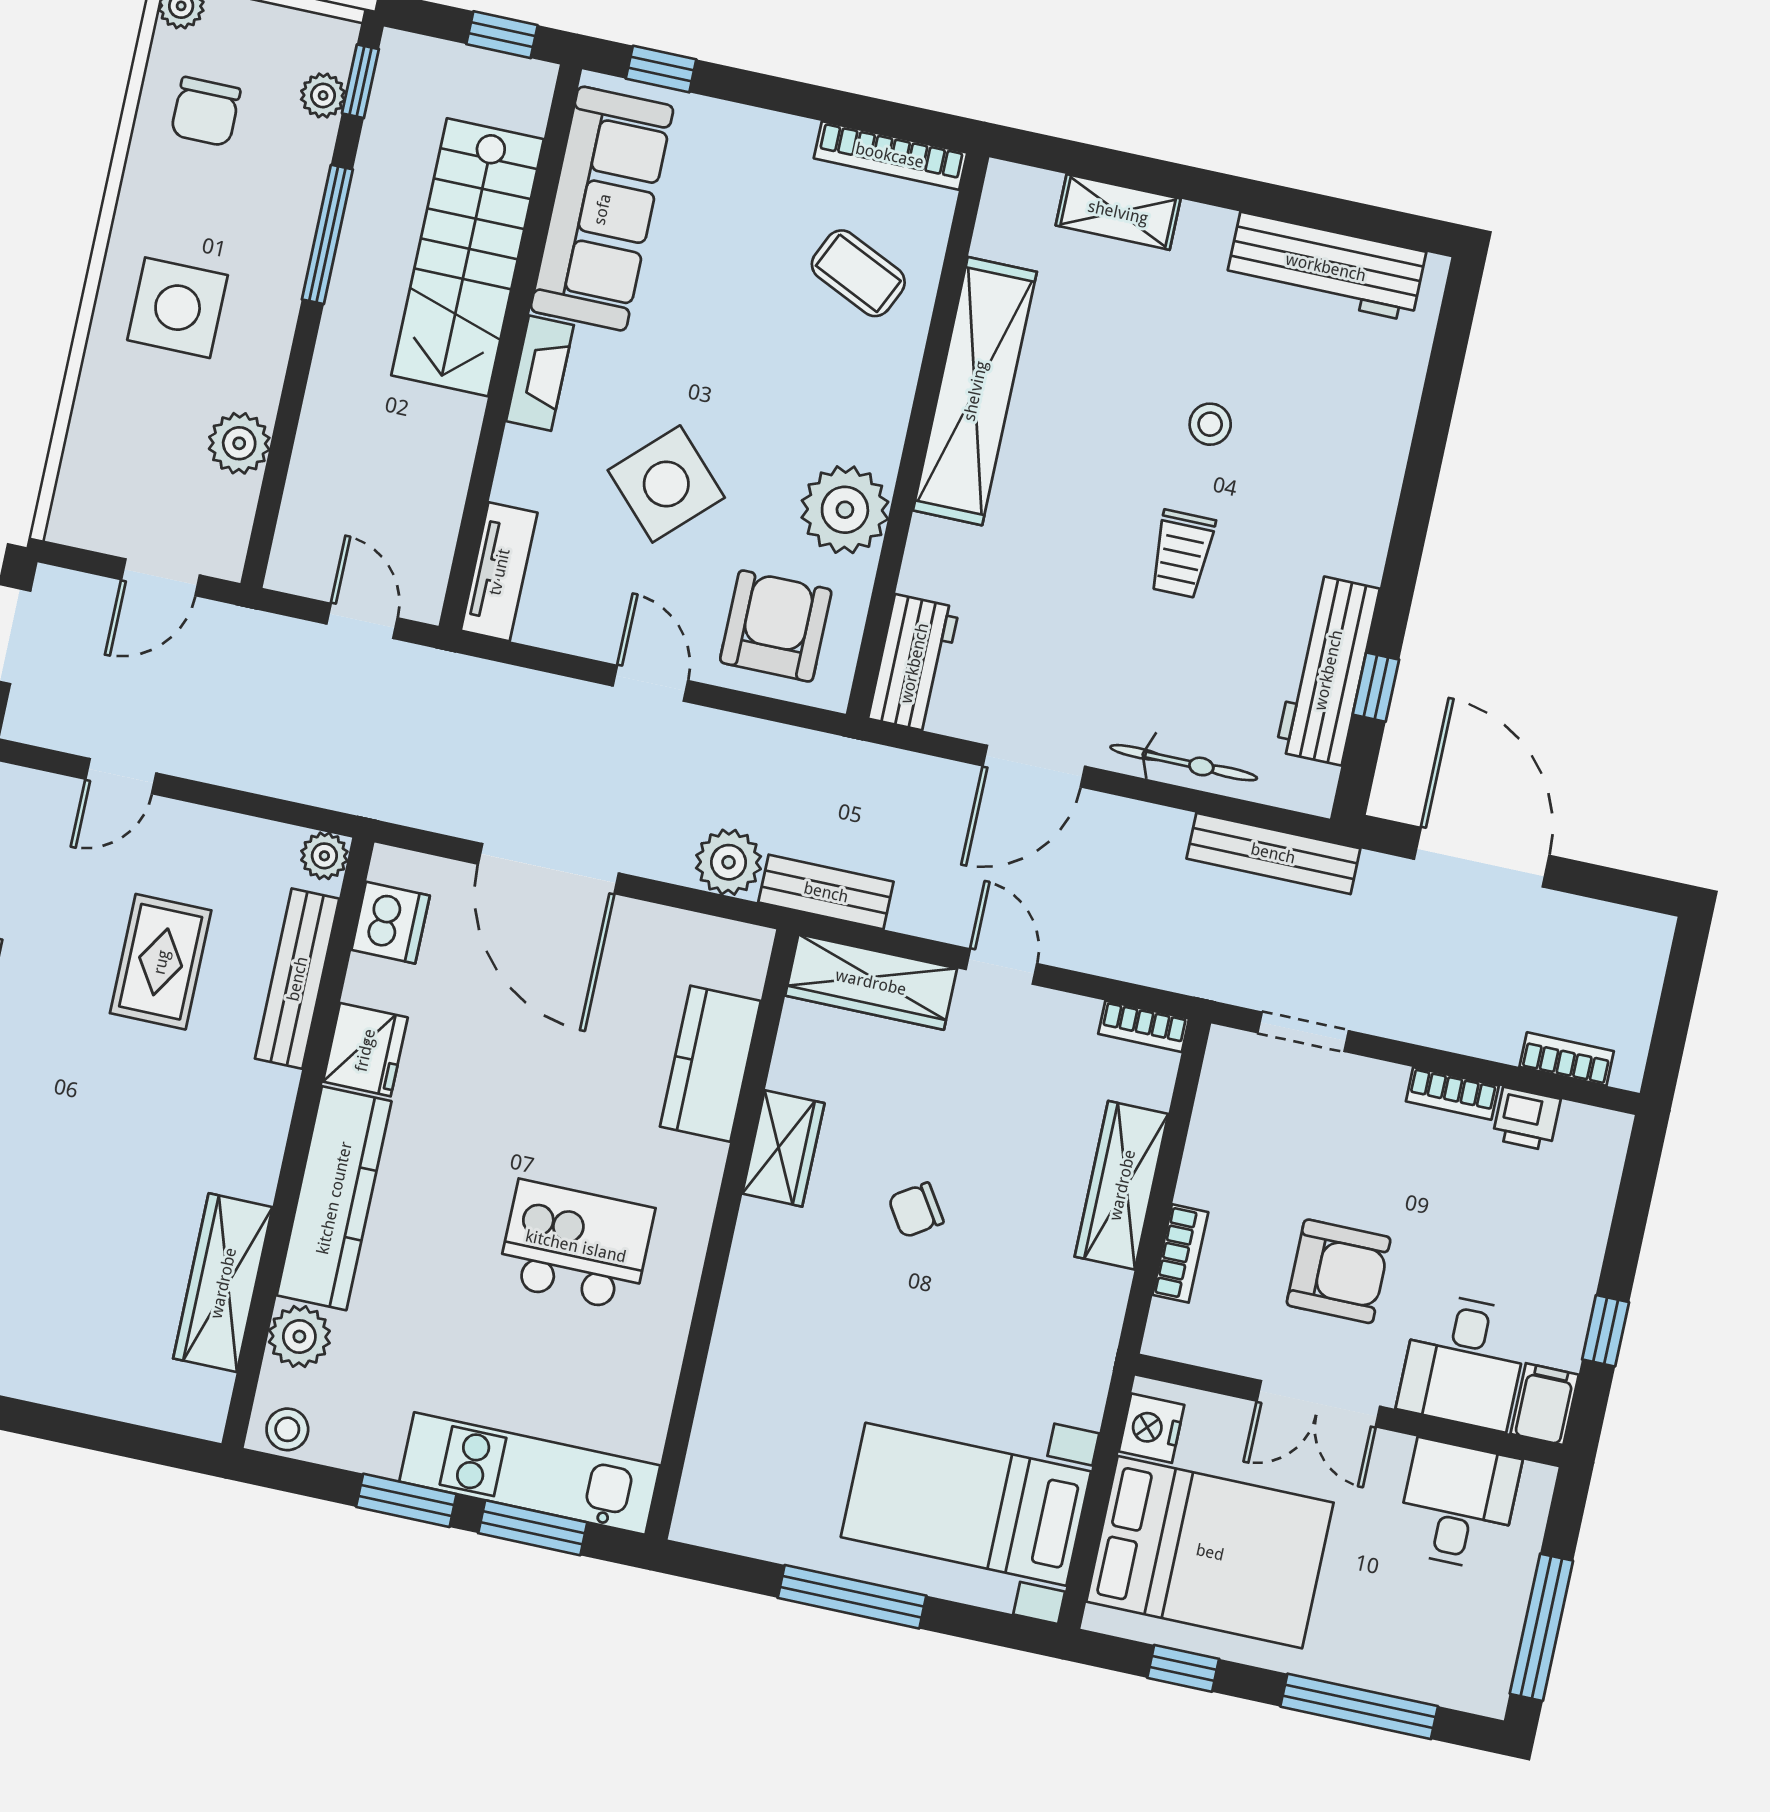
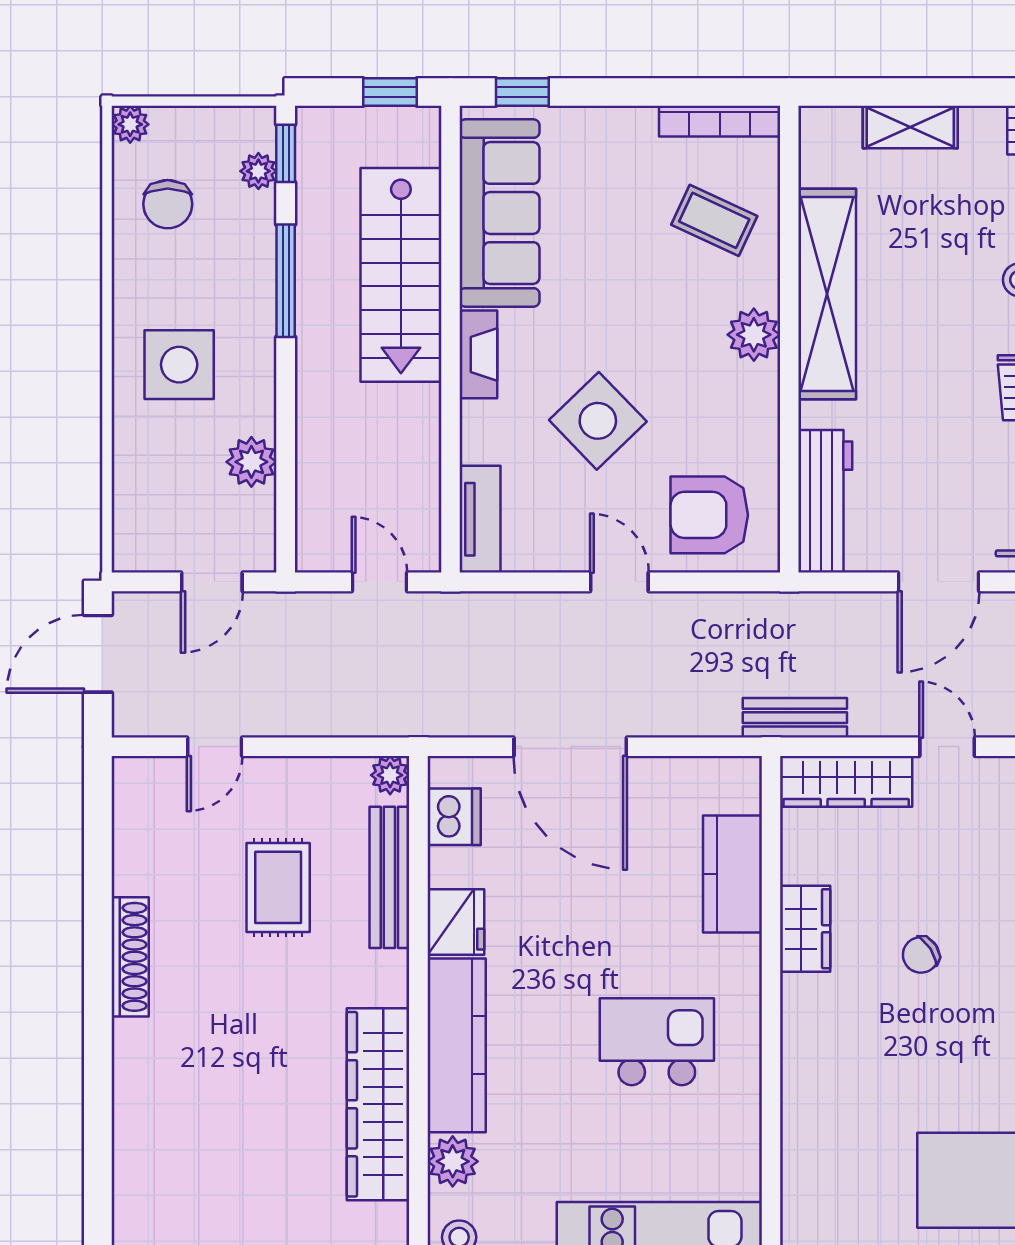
plant: (845, 510) -> (754, 335), moved, width x0.73, depth x0.73
armchair: (776, 626) -> (709, 515), turned -90
workbench: (914, 663) -> (825, 501), width x1.38
plant: (729, 862) -> (712, 711), removed
wardrobe: (223, 1283) -> (378, 1104), width x1.40, depth x1.17

